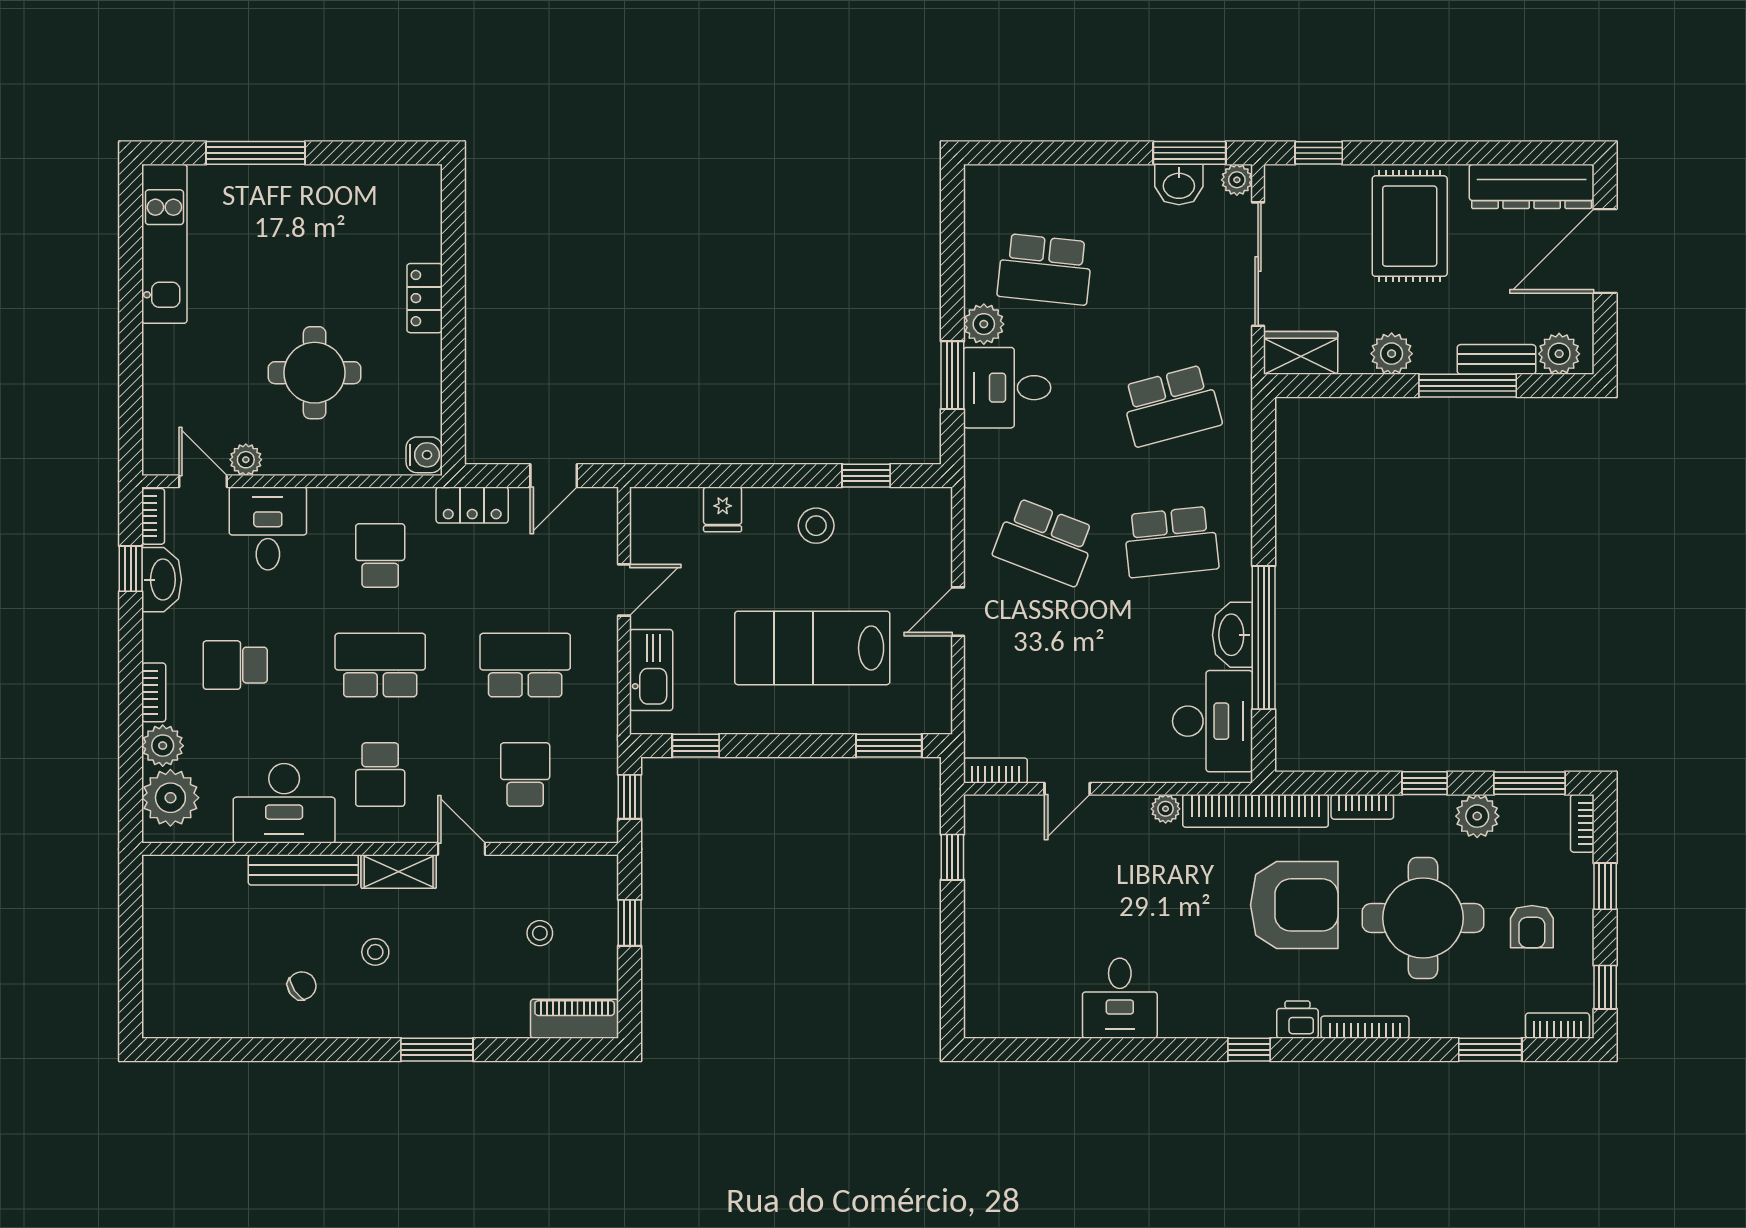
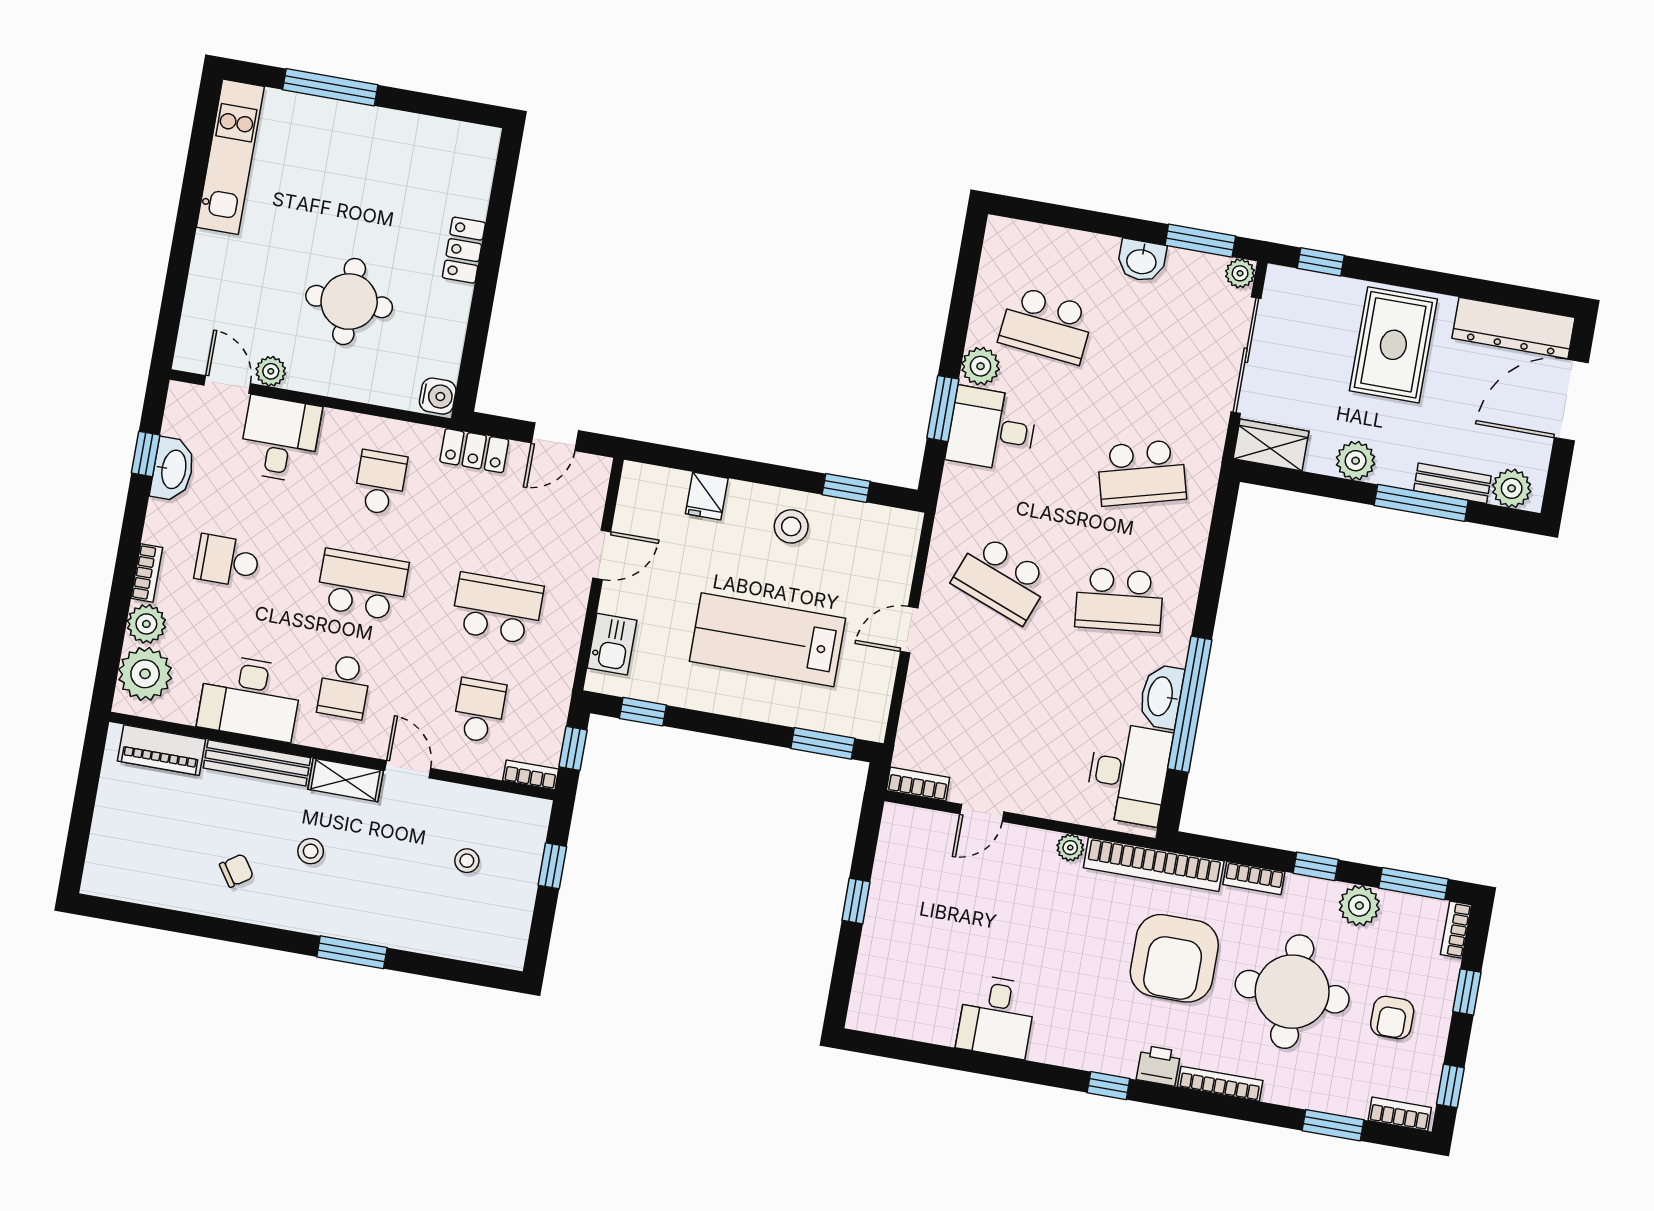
washbasin: (1179, 185) -> (1142, 261), moved
bookcase: (153, 516) -> (531, 775), moved, turned -90
kitchen sink: (651, 670) -> (612, 644), width x0.73
window: (952, 857) -> (856, 901), moved
armchair: (1294, 905) -> (1174, 958), turned 90
piano: (575, 1019) -> (161, 750), moved, turned 180

